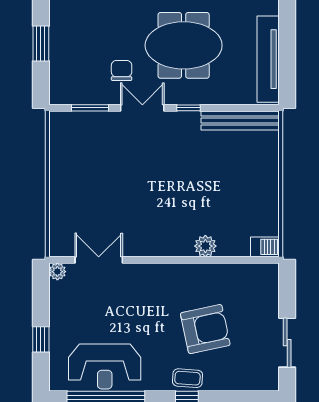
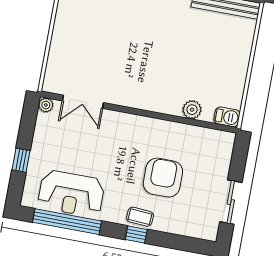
plant: (205, 246) -> (192, 110), moved
double door: (99, 260) -> (83, 102), swing flipped
armchair: (205, 329) -> (163, 178), turned -78

